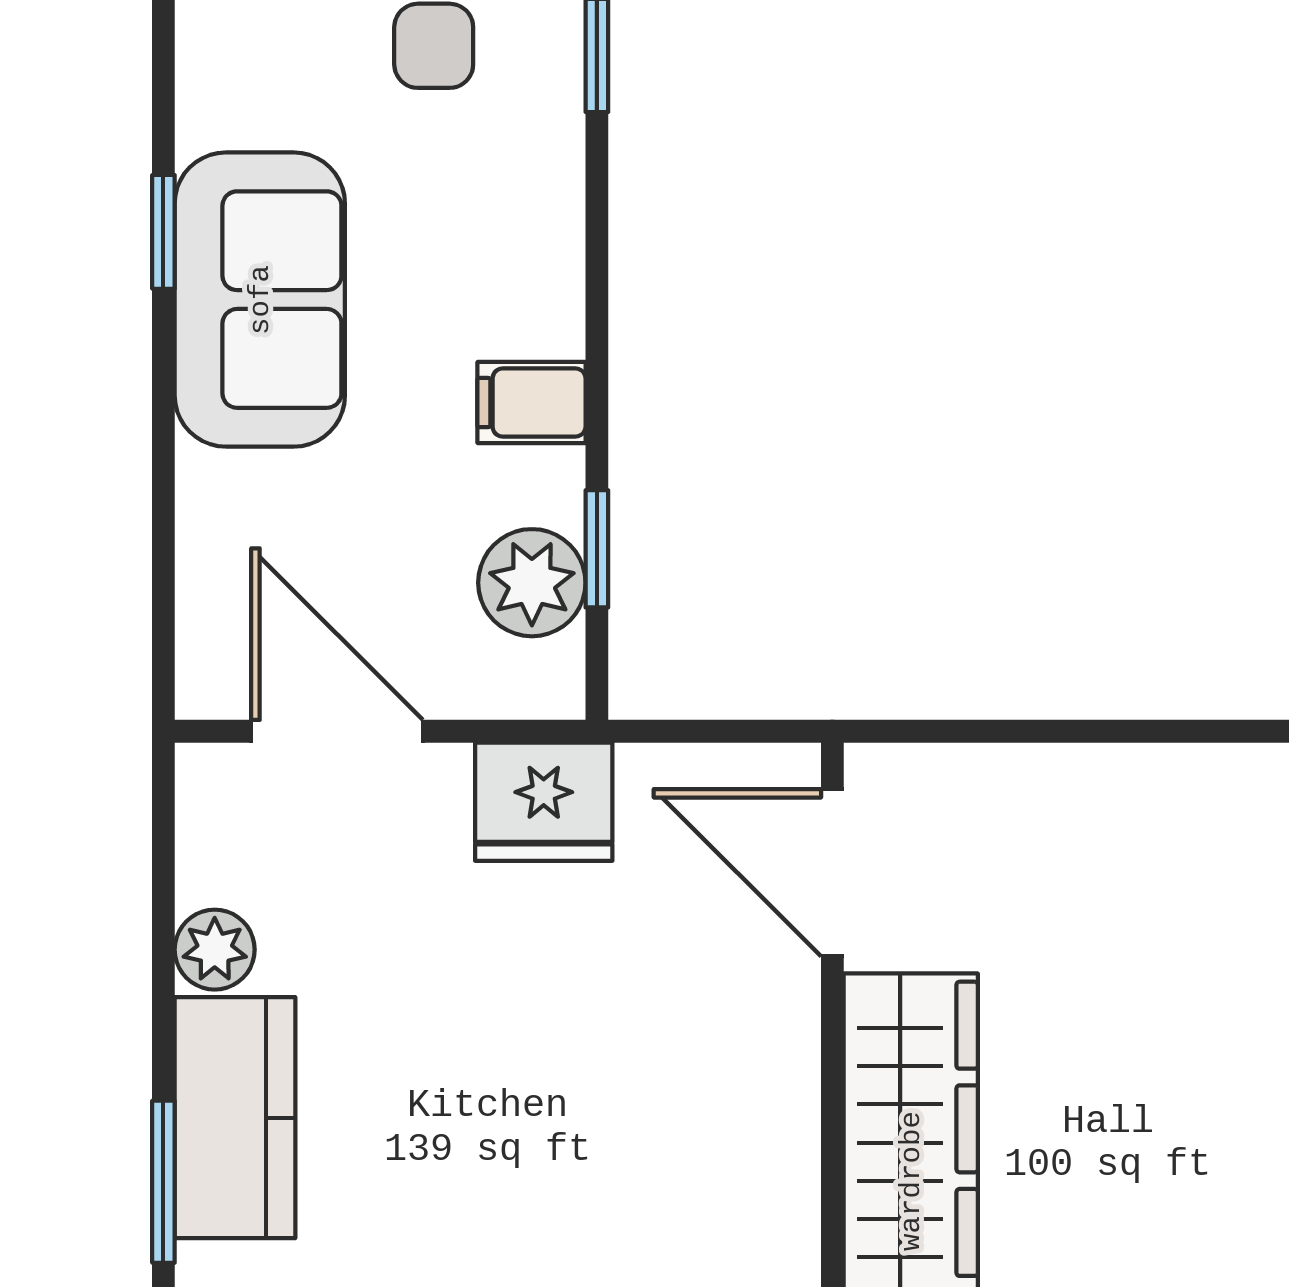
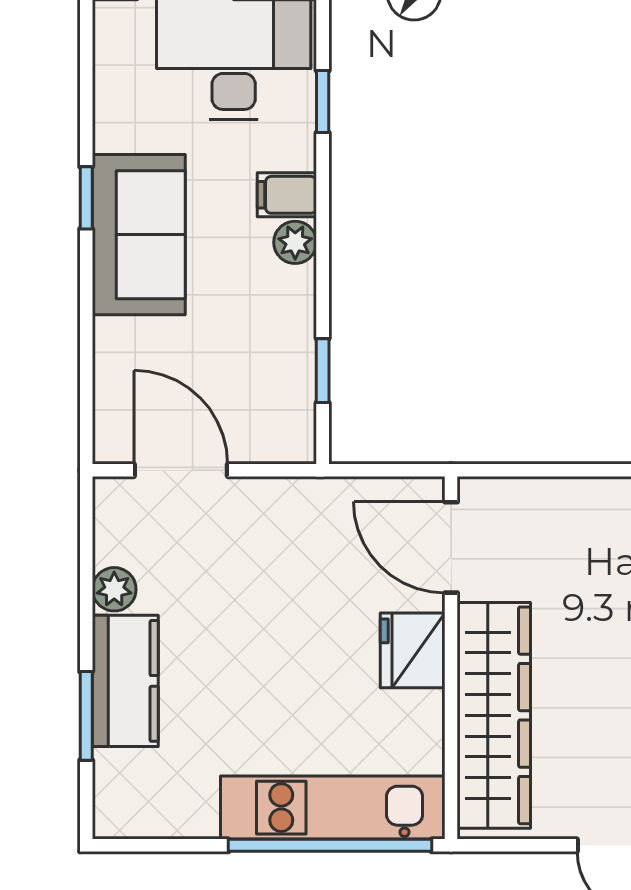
filing cabinet: (531, 403) -> (287, 195), moved
plant: (532, 583) -> (295, 242), moved, width x0.73, depth x0.73
fridge: (544, 802) -> (413, 650), moved, turned 90

